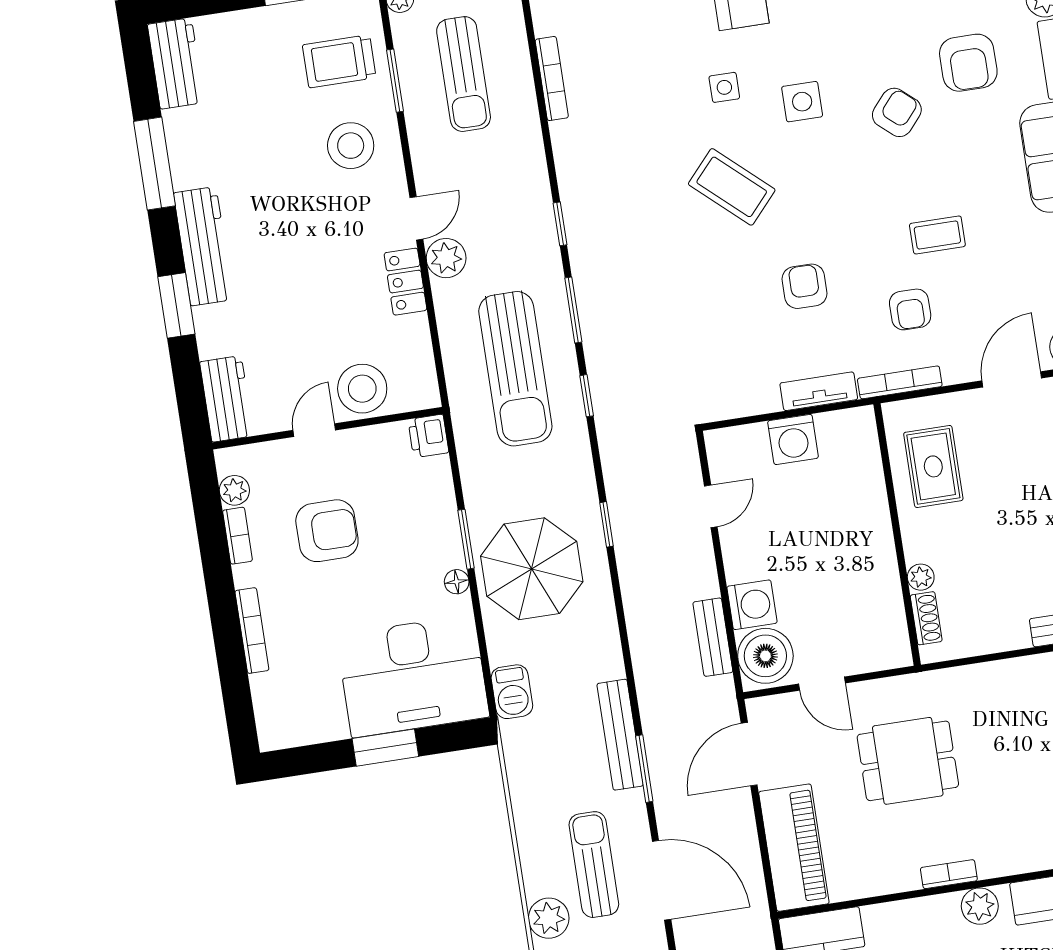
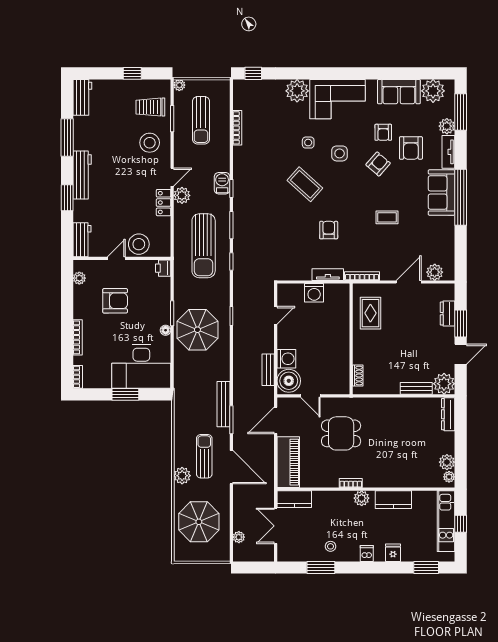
armchair: (910, 309) -> (383, 132), moved
bookcase: (237, 536) -> (78, 377), moved
plant: (921, 577) -> (358, 358), removed
barbecue: (512, 692) -> (222, 183), moved, turned 180

